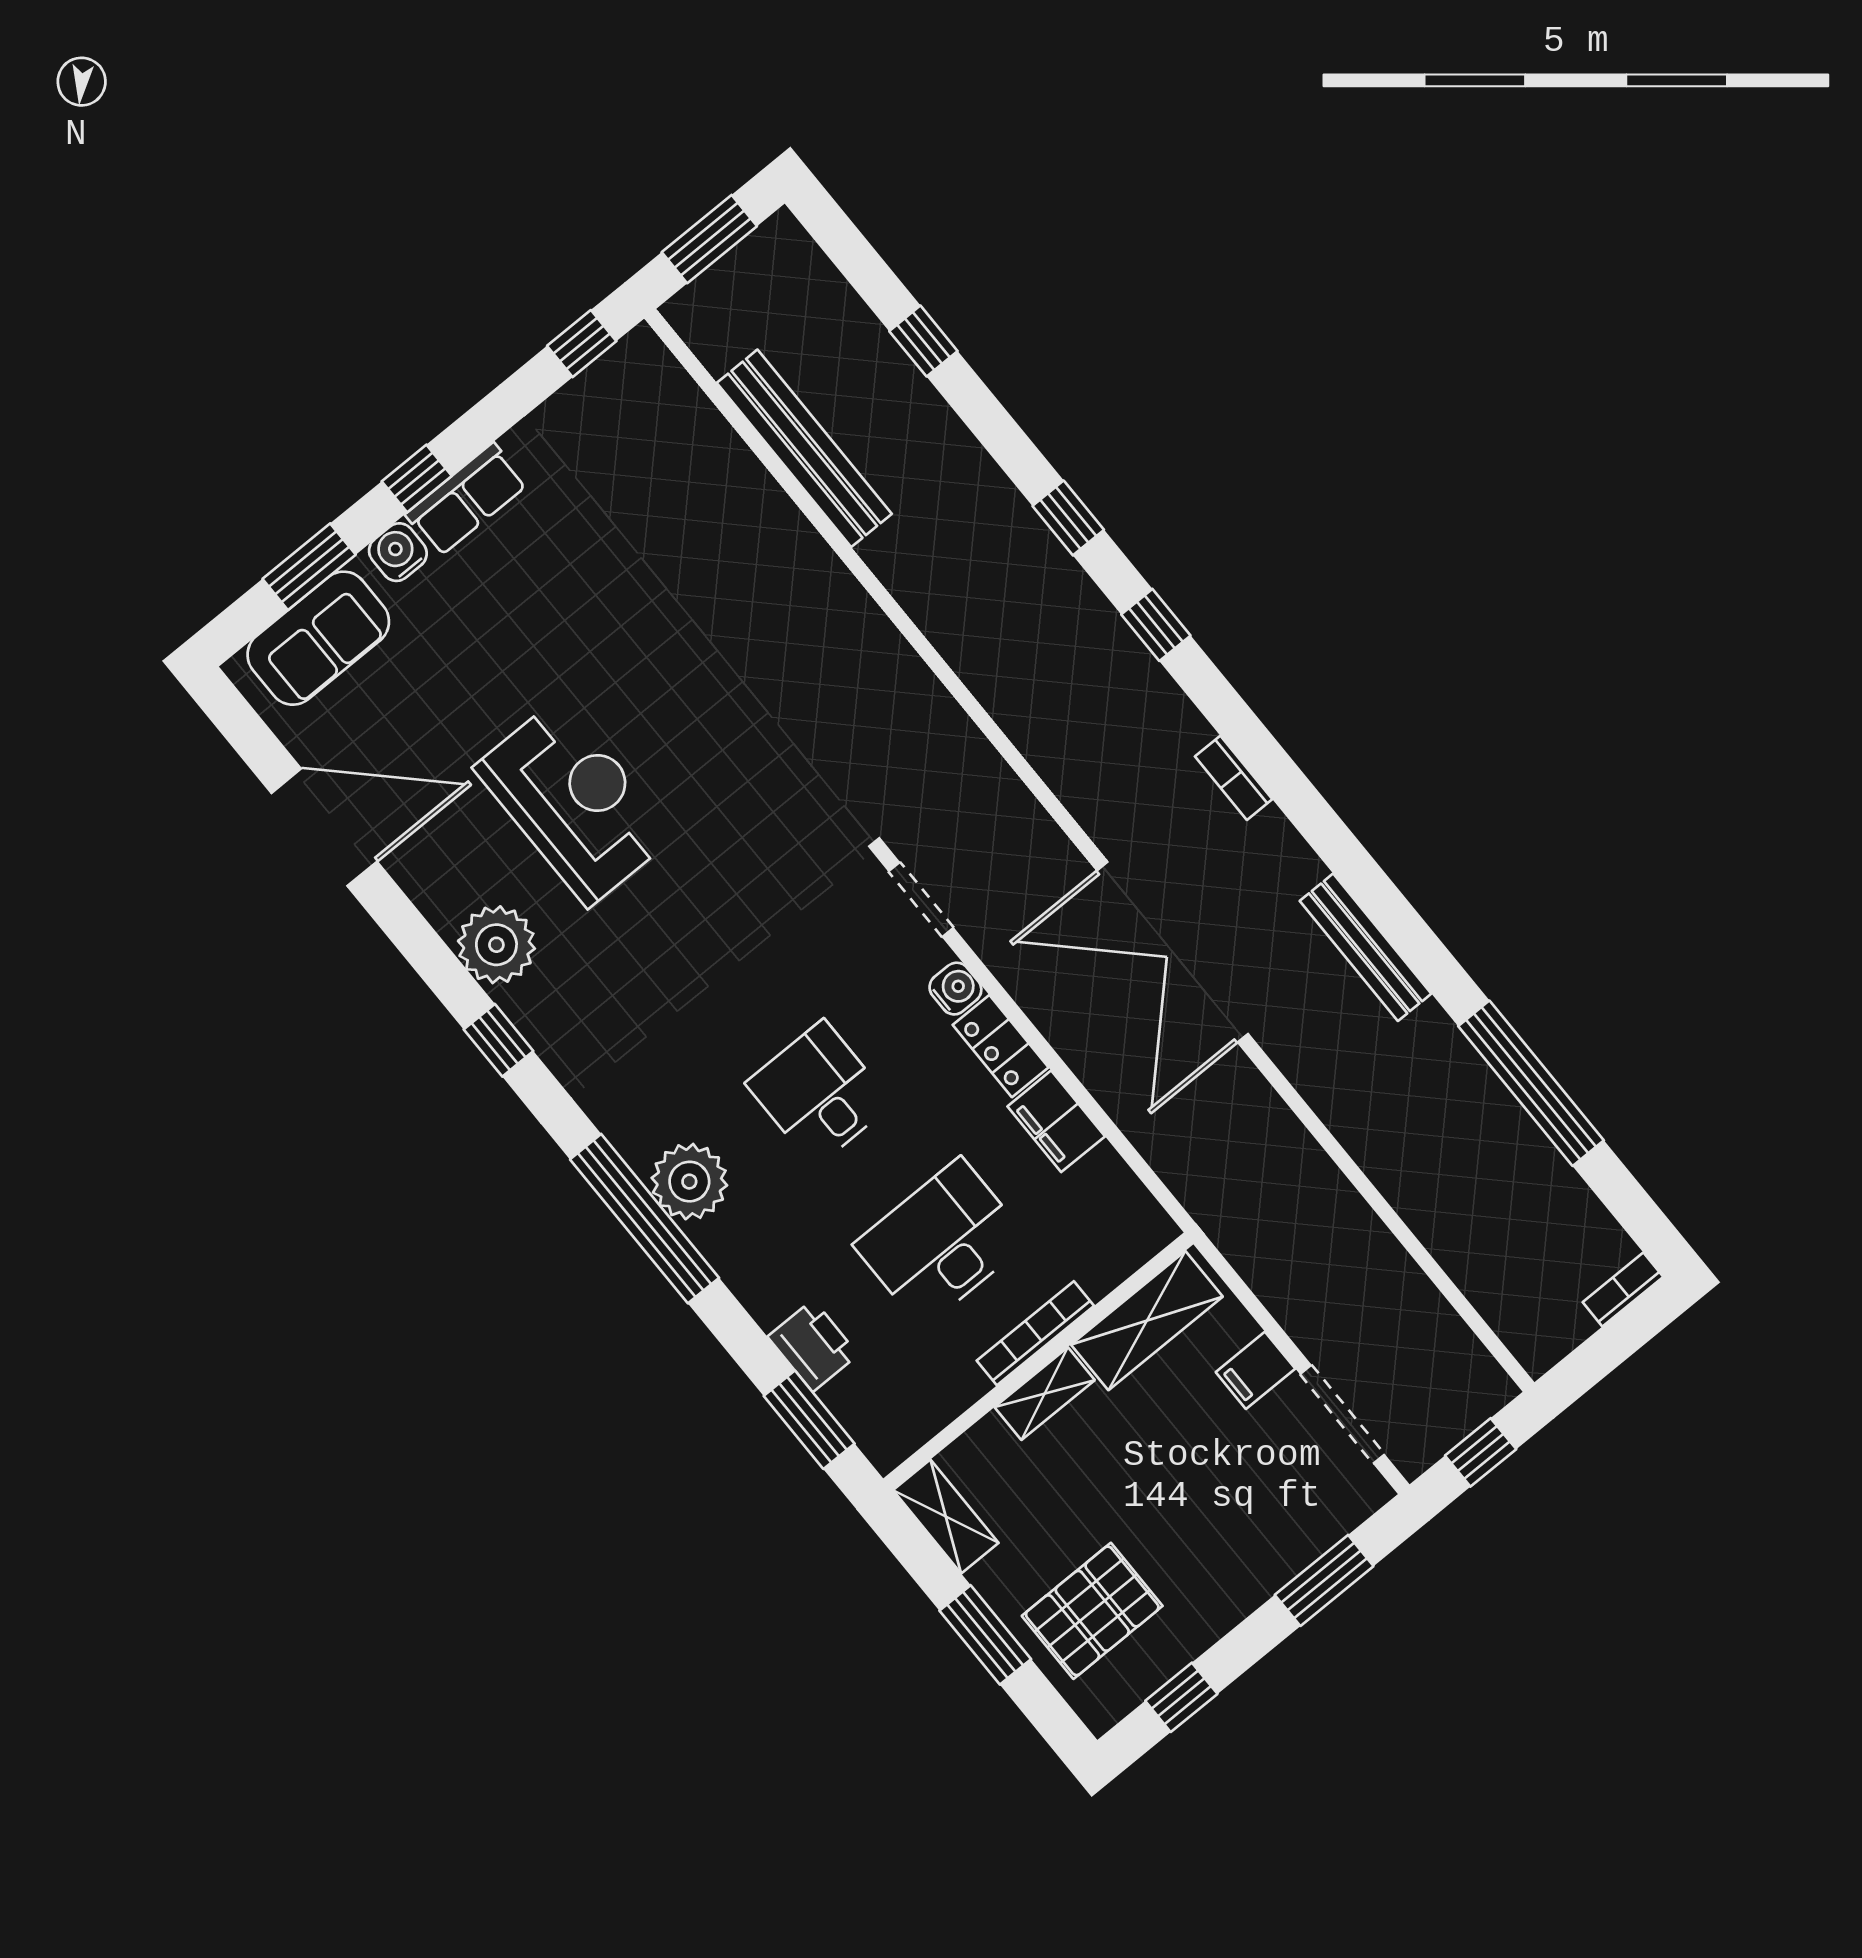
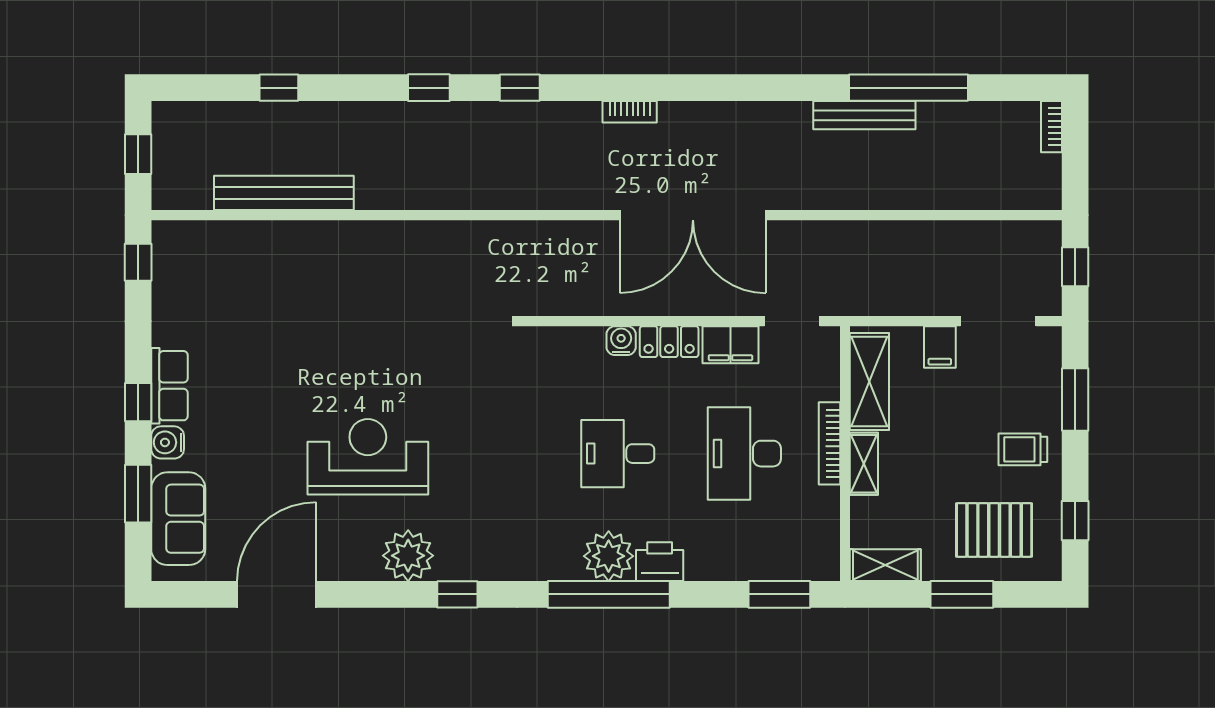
window: (709, 239) -> (138, 154), width x0.67
doorway: (921, 900) -> (792, 321), moved
bench: (1366, 947) -> (864, 115), moved
printer: (813, 1346) -> (660, 562), moved
trolley: (1215, 1567) -> (1023, 449), added
pallet: (1092, 1611) -> (994, 530), turned 90

